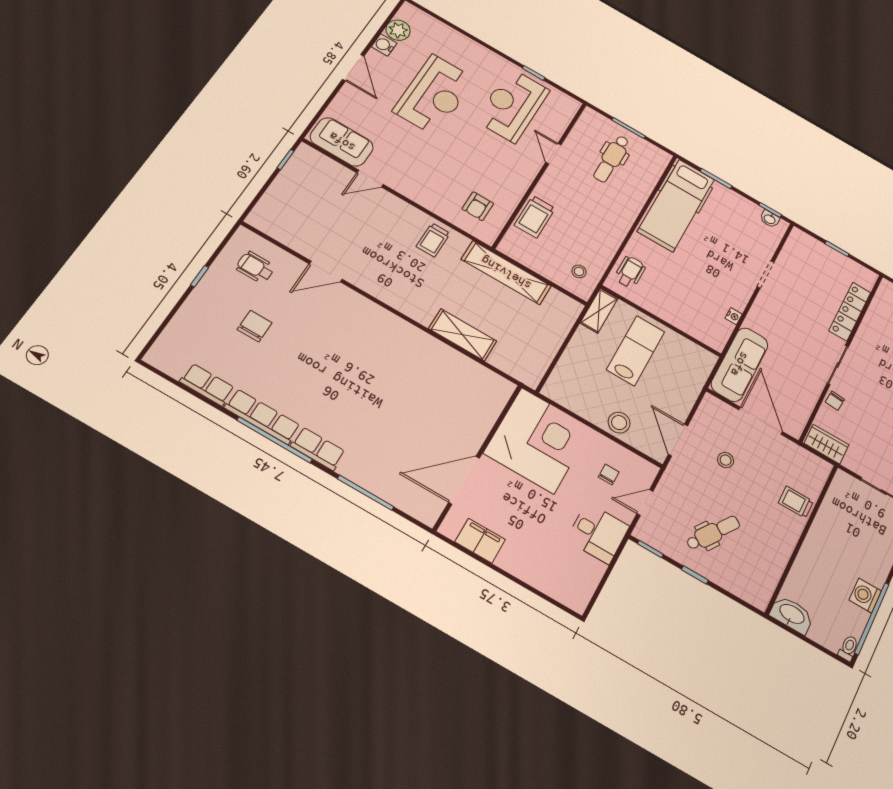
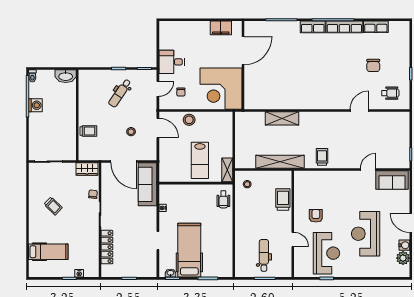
hospital bed: (676, 205) -> (189, 250), moved
armchair: (478, 206) -> (316, 216), moved

